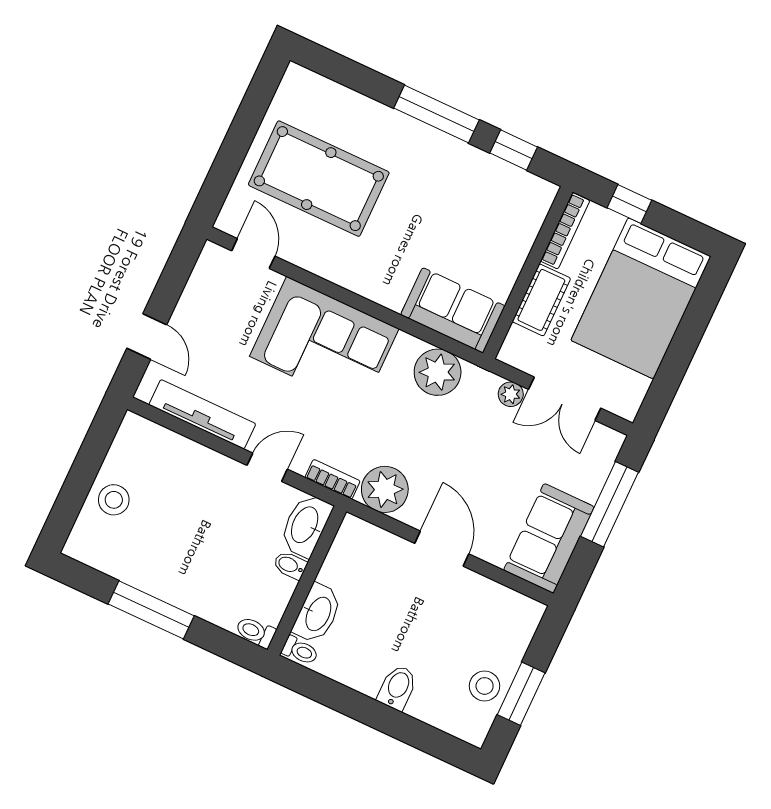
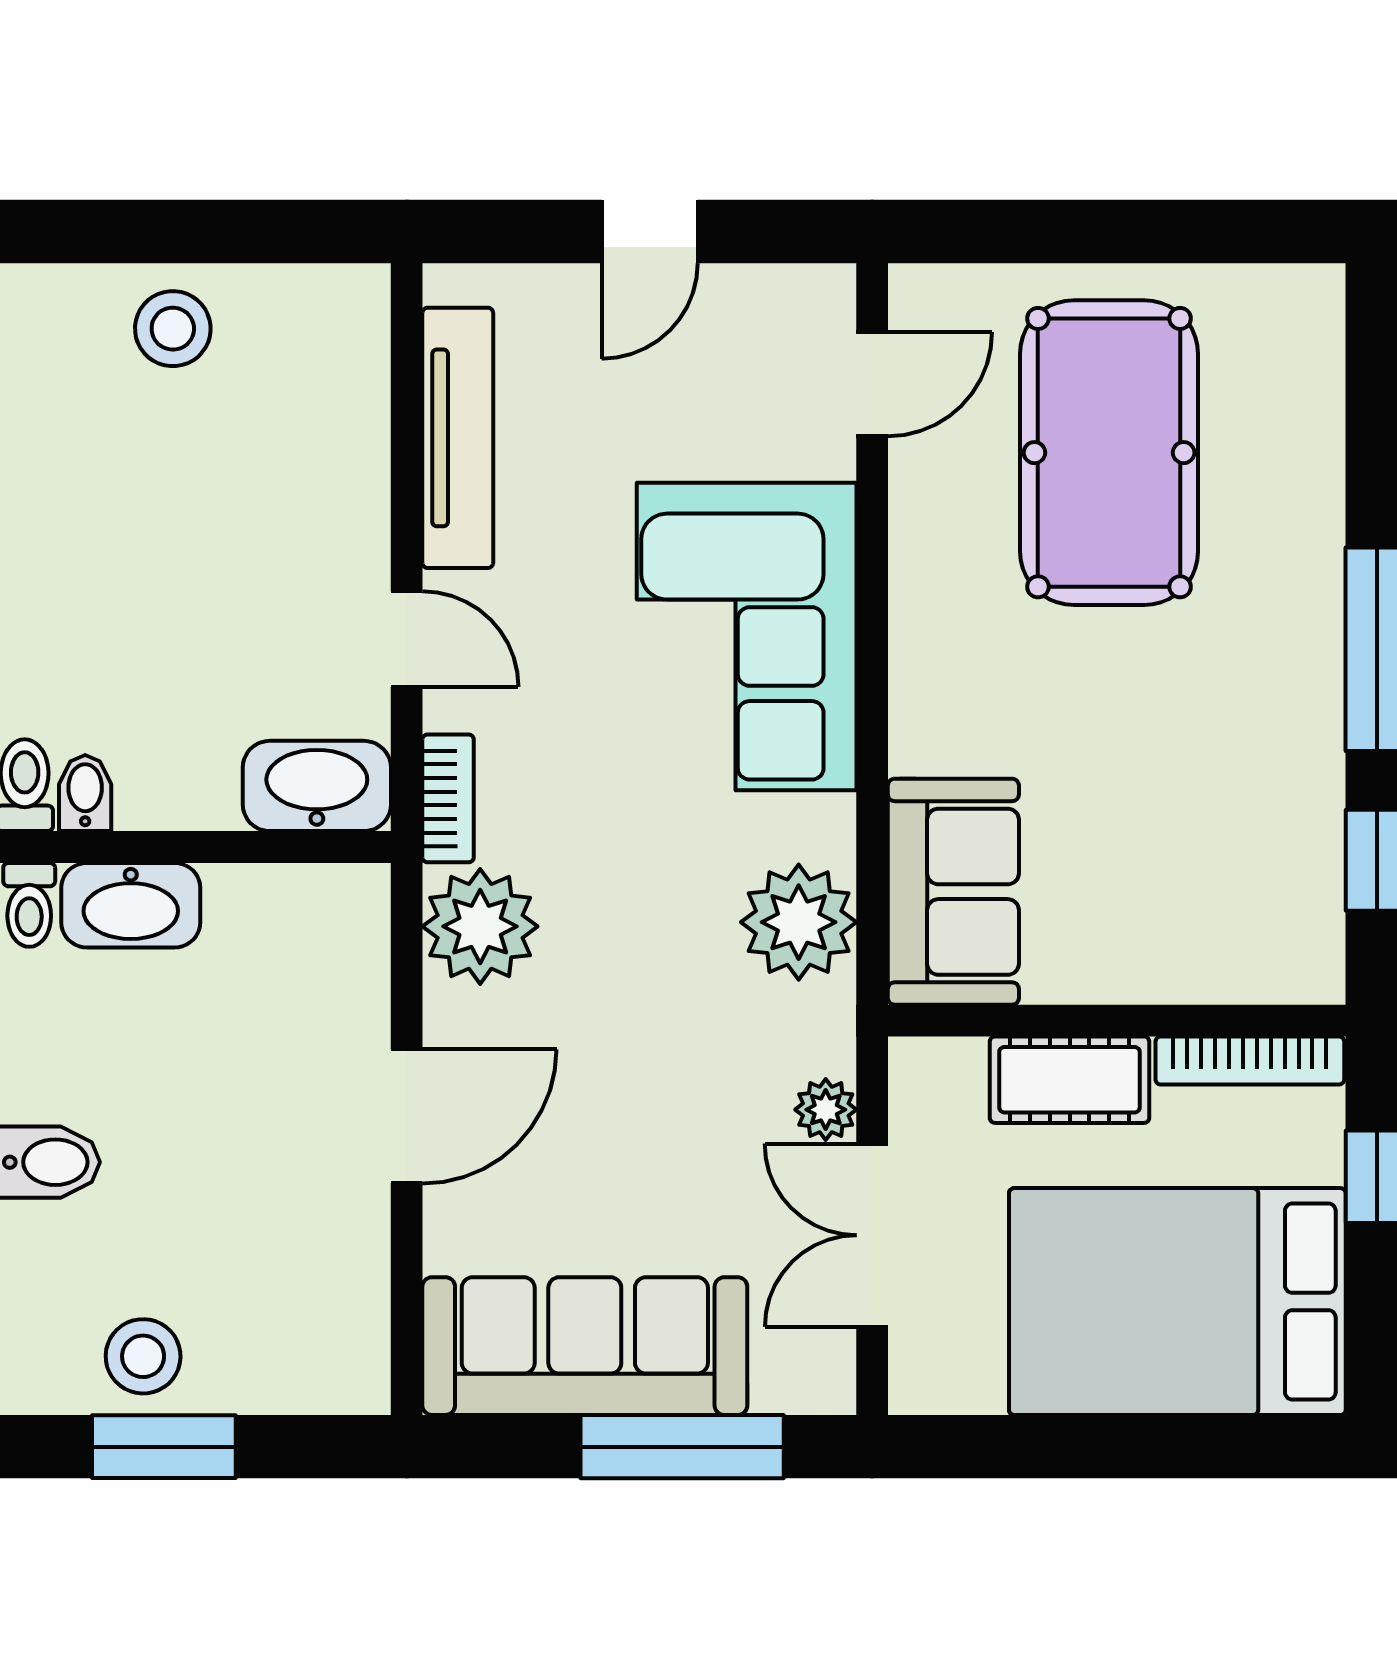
door: (147, 336) -> (650, 232), moved
sofa: (549, 538) -> (585, 1346), width x1.36
bidet: (290, 565) -> (85, 793), moved

